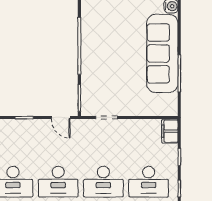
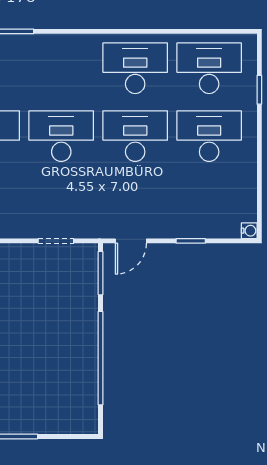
door: (61, 118) -> (131, 241), swing flipped

